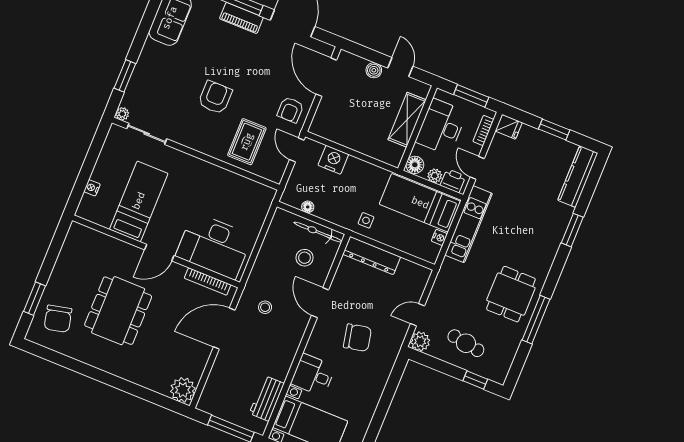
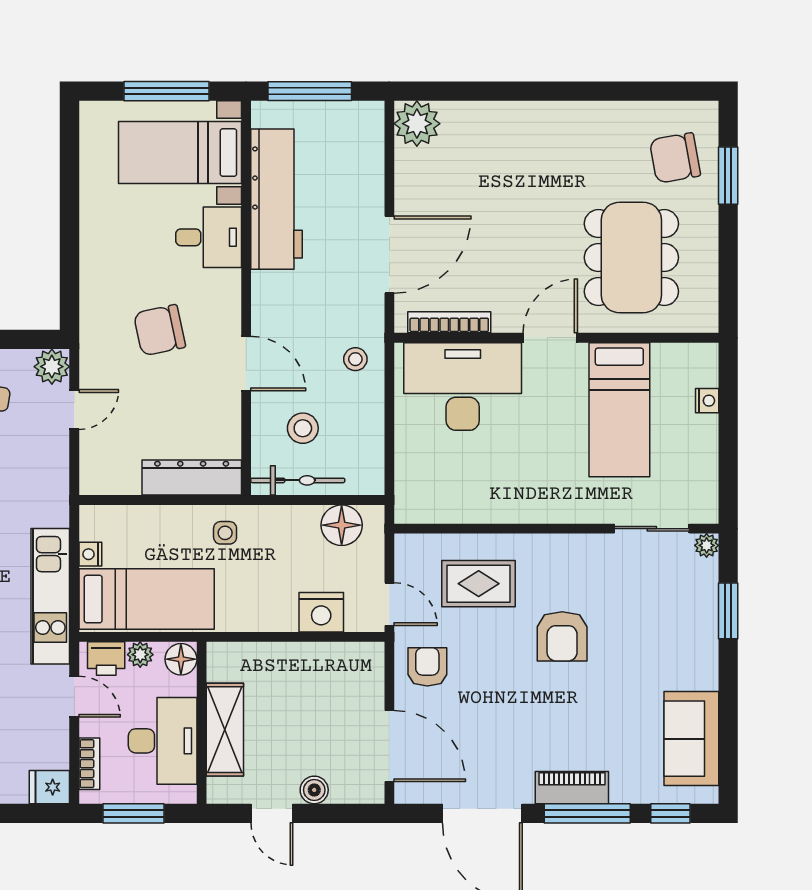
rug: (247, 142) -> (479, 584), turned 90
floor lamp: (308, 207) -> (342, 525), width x1.89, depth x1.89
stool: (265, 307) -> (355, 359), moved
dining table: (118, 311) -> (631, 258), moved
chair: (58, 319) -> (675, 158), turned -87
workbench: (267, 398) -> (276, 199), width x1.88, depth x1.32

